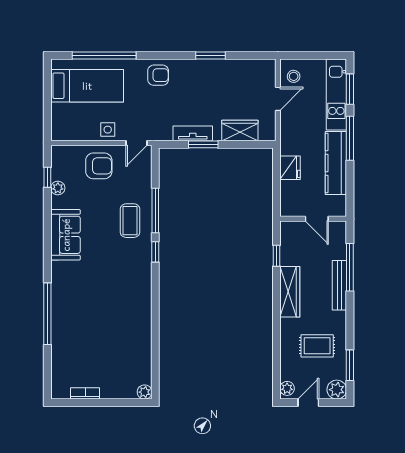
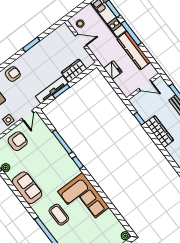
door: (278, 99) -> (81, 41), hinge flipped
tv unit: (193, 133) -> (52, 90), width x1.41
coffee table: (130, 221) -> (59, 215), moved
corner sofa: (126, 305) -> (83, 199), added

